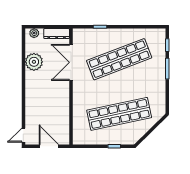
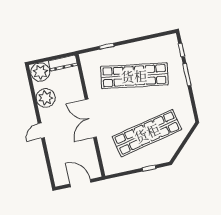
plant: (34, 33) -> (40, 72), width x1.88, depth x1.88
shop shelf: (119, 59) -> (134, 76), turned 30
double door: (71, 62) -> (91, 118), moved
door: (23, 135) -> (41, 131), moved

